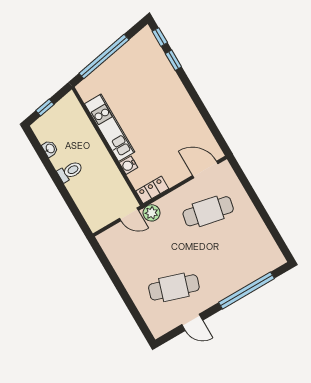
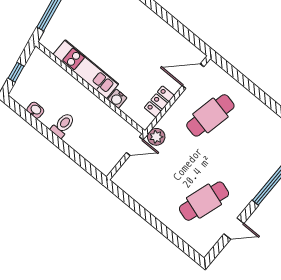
locker: (152, 190) -> (159, 102), moved

